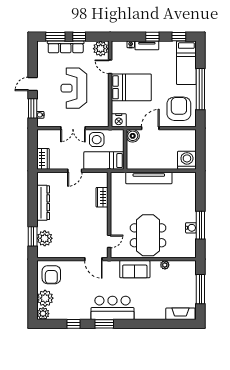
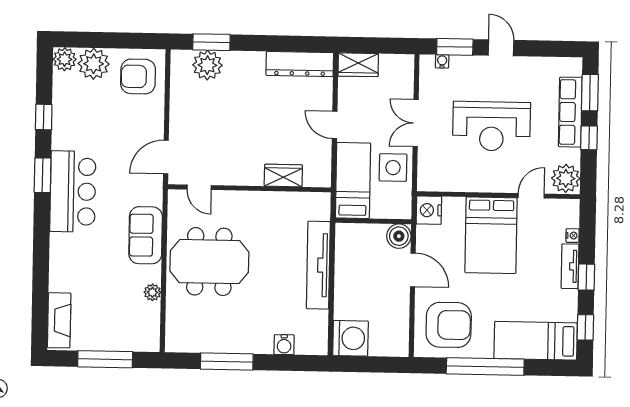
reception desk: (74, 88) -> (492, 126), turned 180
dresser: (43, 203) -> (300, 64), moved
water cooler: (191, 228) -> (284, 345), moved

